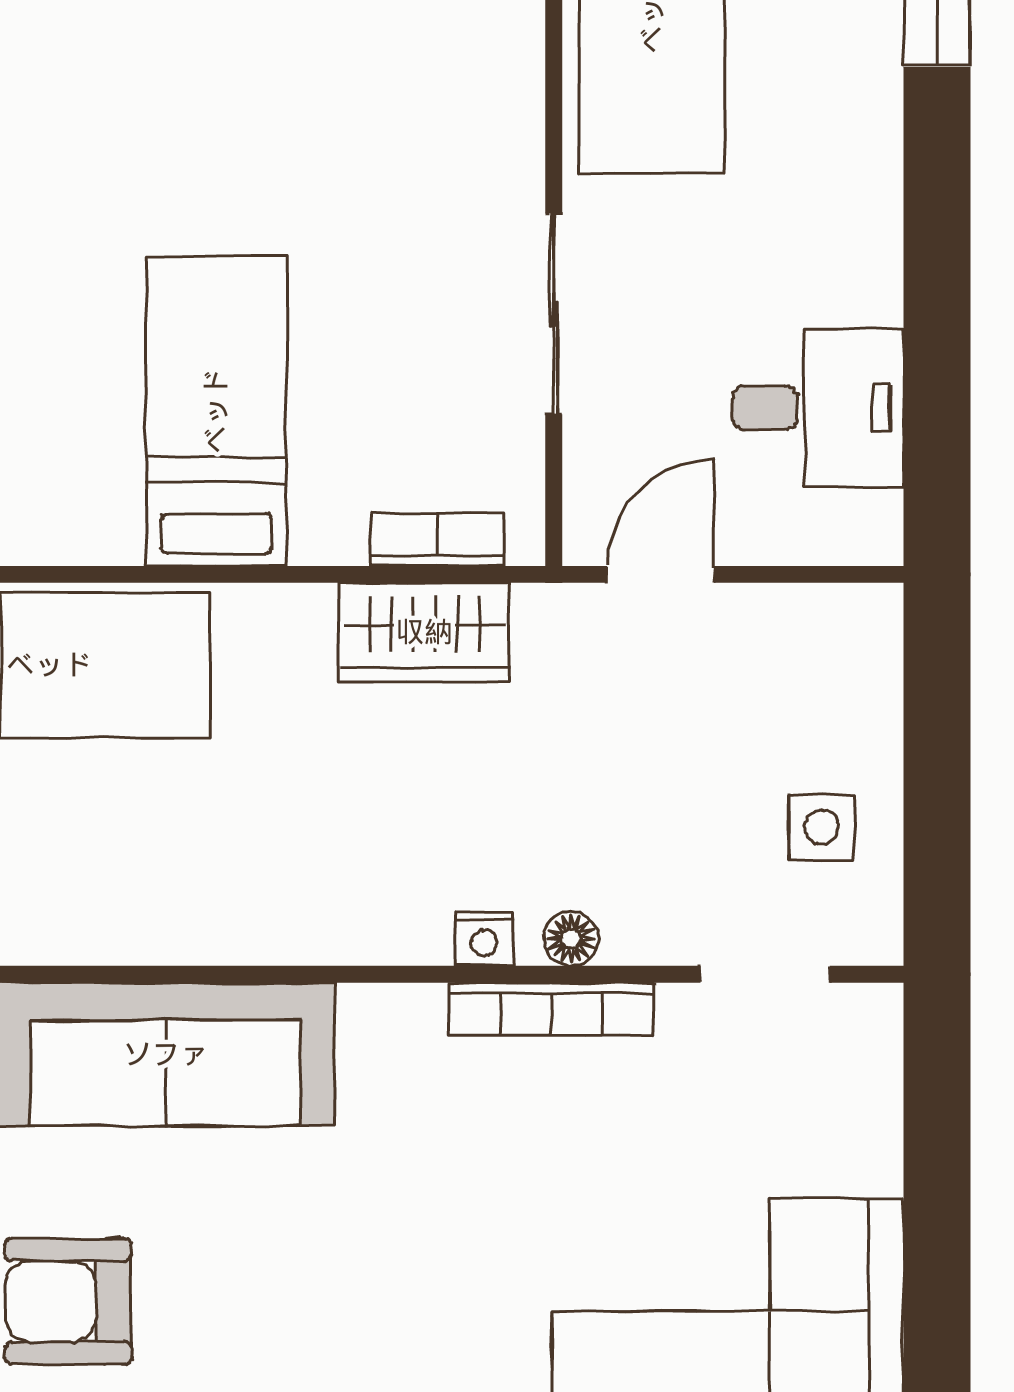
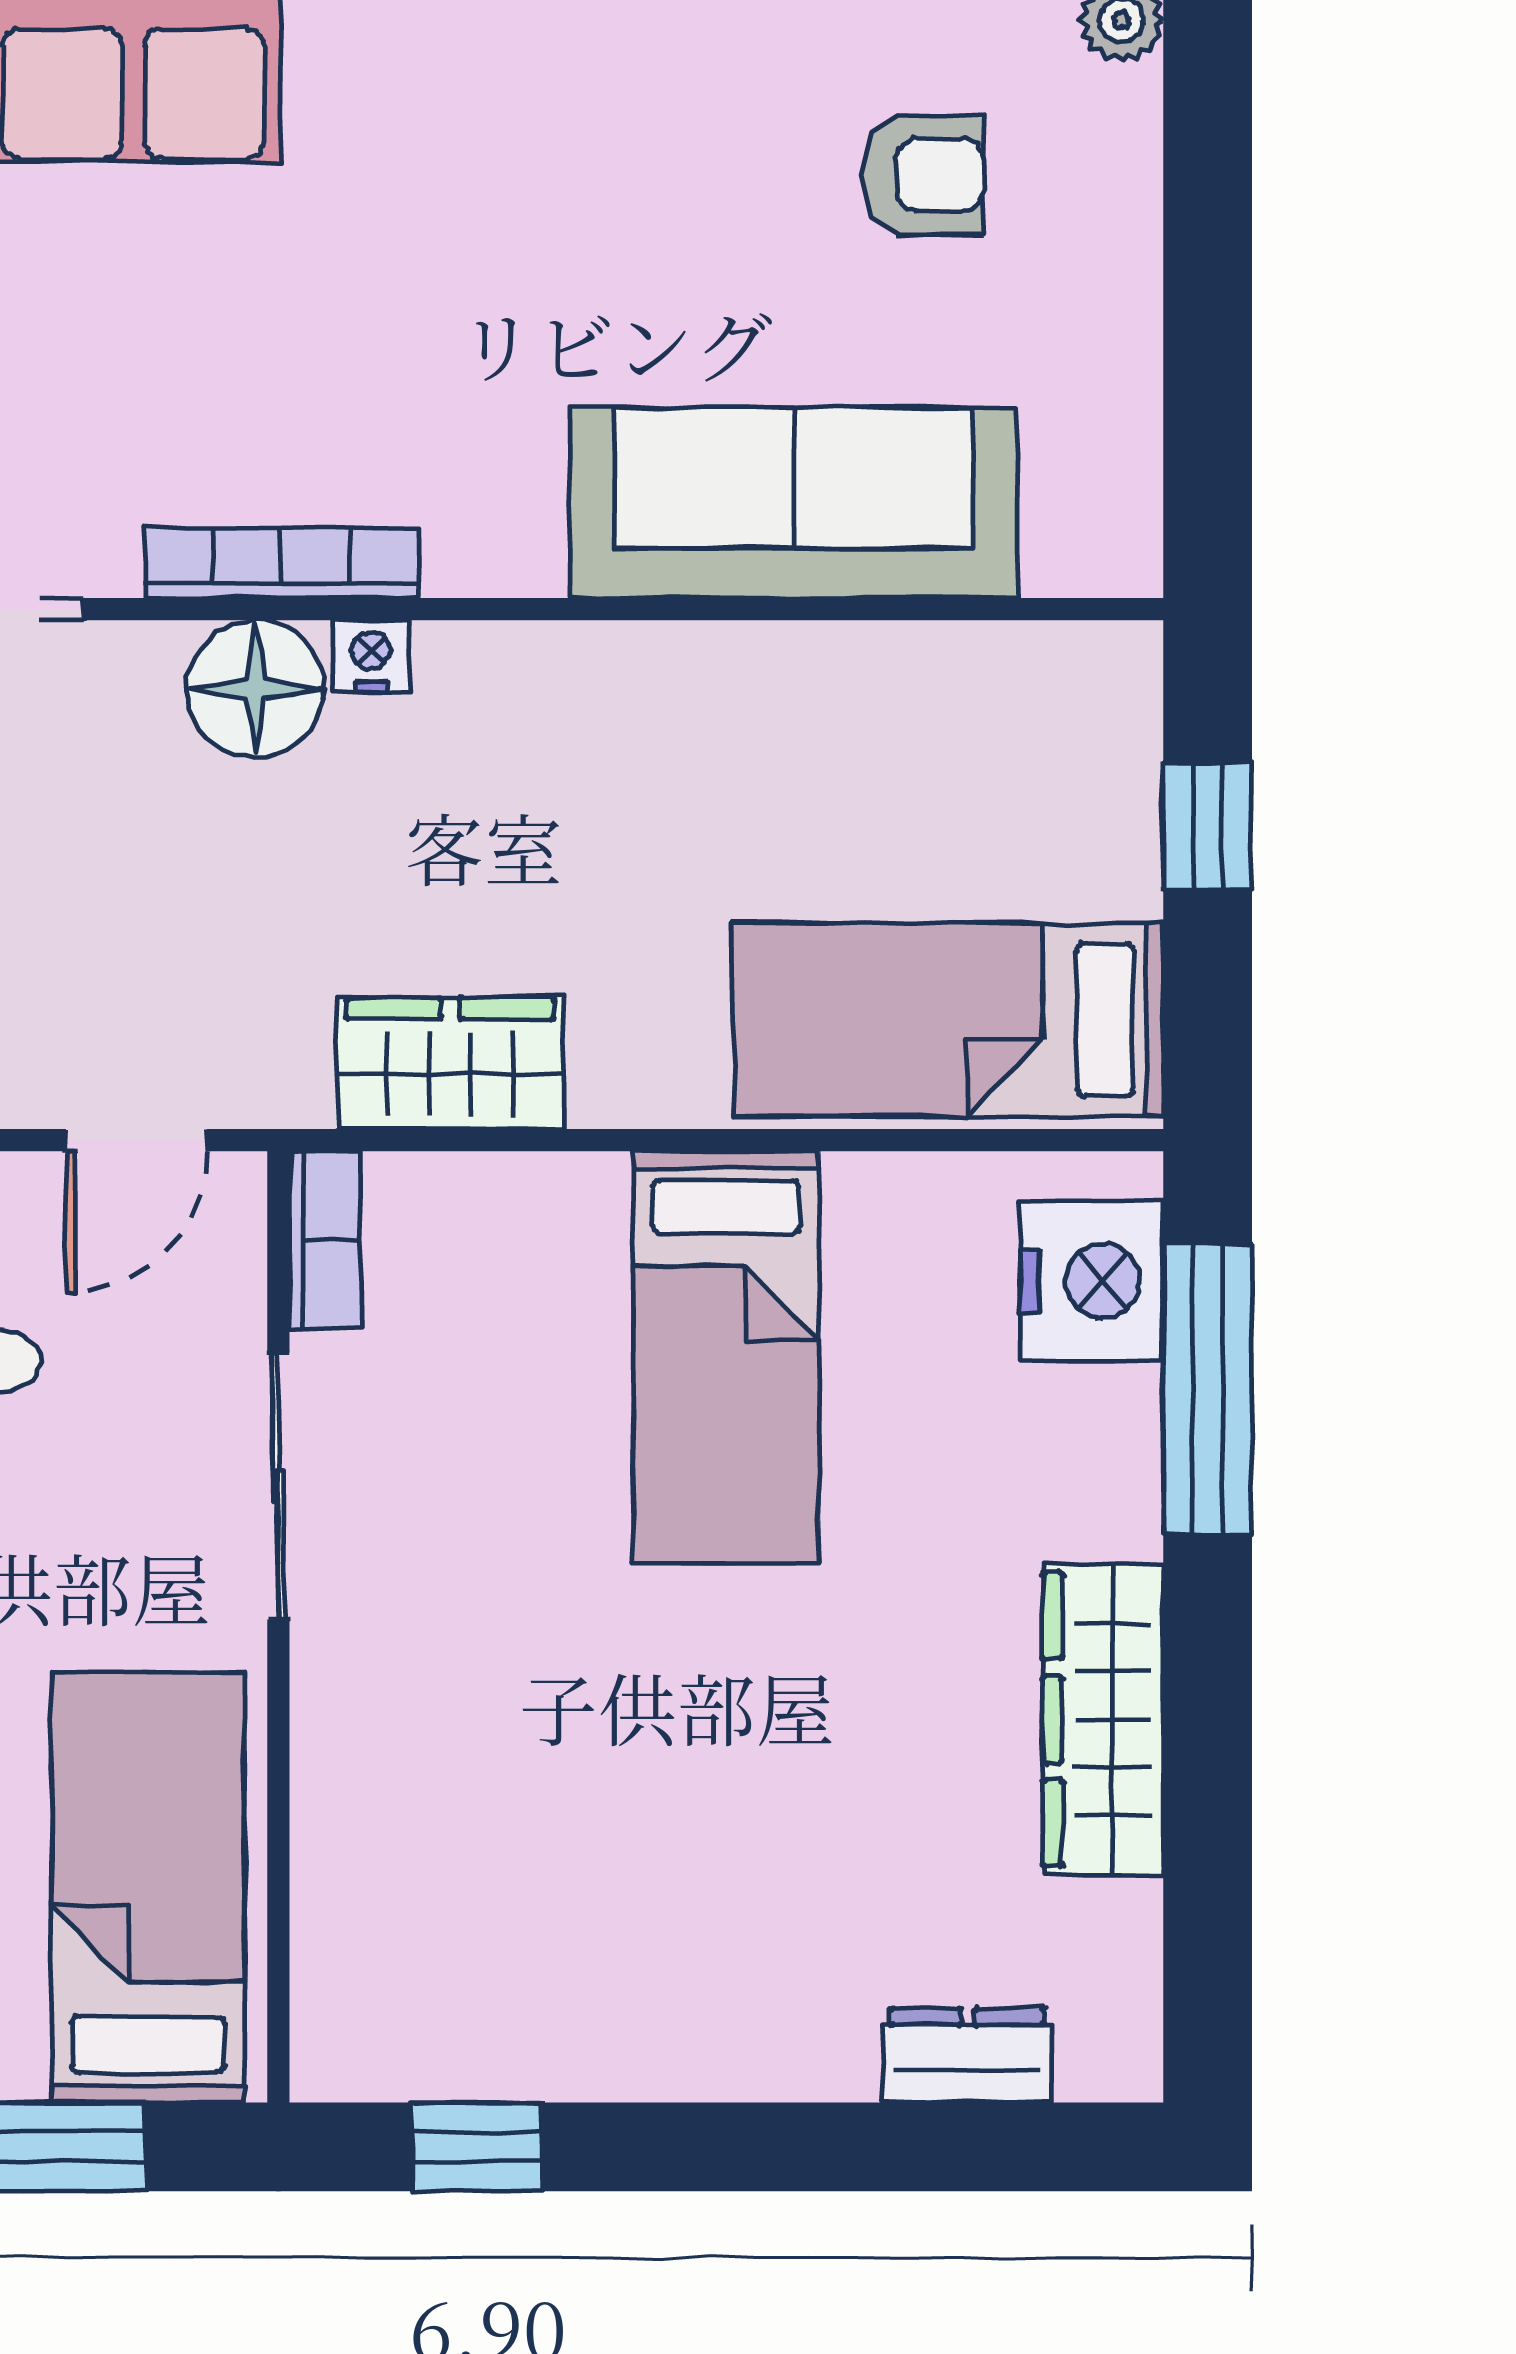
bookcase: (437, 539) -> (325, 1240), moved, turned -90
floor lamp: (571, 939) -> (255, 689), width x1.89, depth x1.89
armchair: (68, 1301) -> (923, 175), width x0.72, depth x0.72

